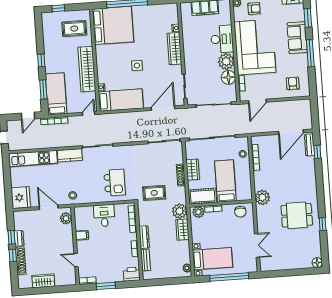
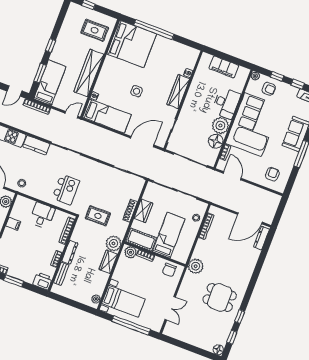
door: (258, 101) -> (232, 176), swing flipped
window: (317, 152) -> (232, 337), moved

